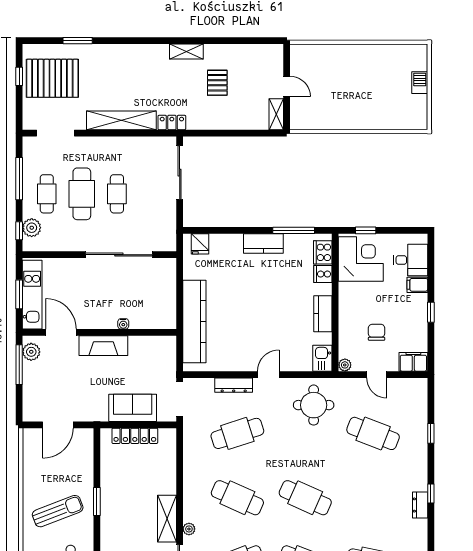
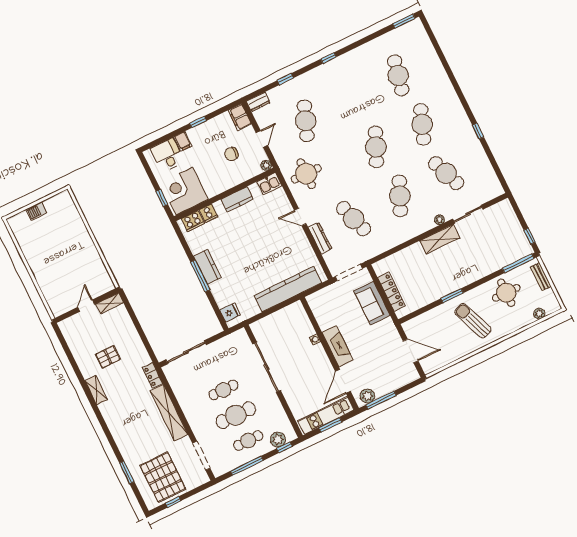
window: (294, 230) -> (200, 276), moved
dresser: (420, 505) -> (258, 102), moved

